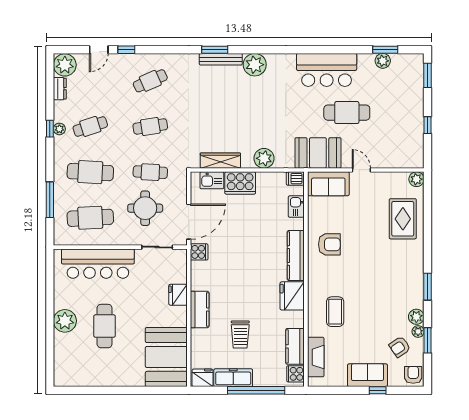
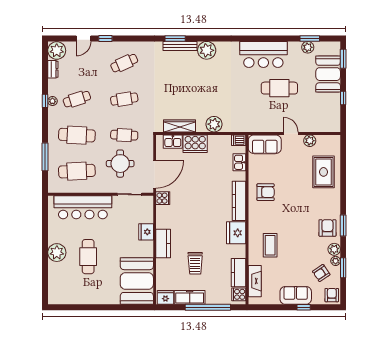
booth: (318, 153) -> (328, 74), moved, turned 90
plant: (416, 179) -> (310, 141), moved
armchair: (408, 290) -> (327, 228), added

